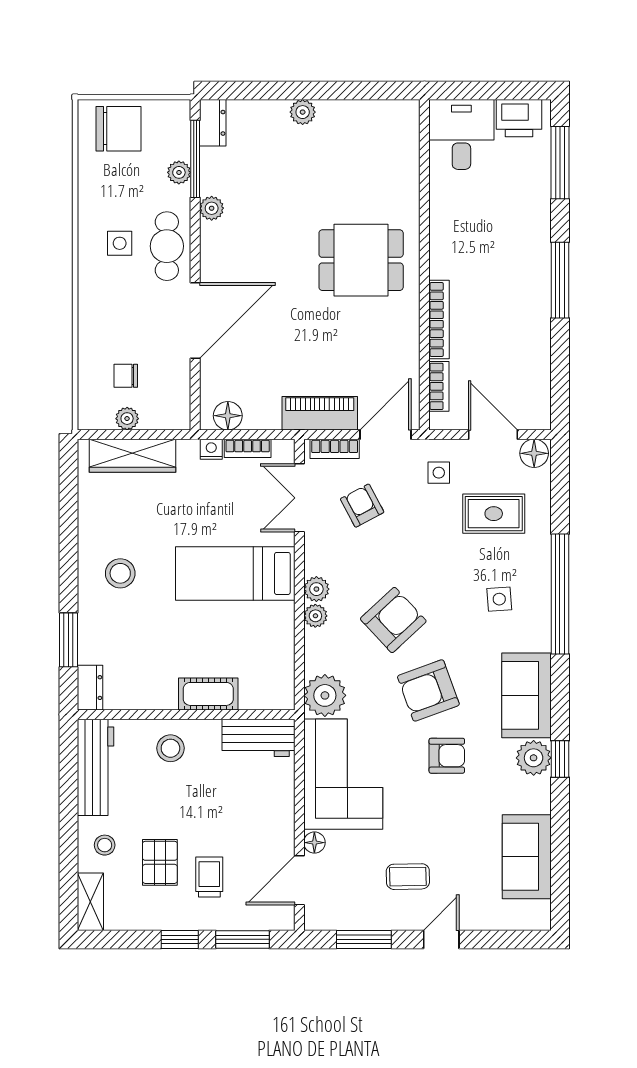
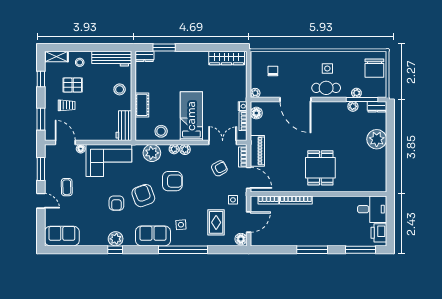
plant: (303, 112) -> (377, 139), width x1.88, depth x1.88
plant: (212, 208) -> (353, 106), moved
plant: (127, 419) -> (255, 93), moved
wardrobe: (132, 456) -> (227, 58), moved, turned -90
stool: (120, 573) -> (161, 131), moved
armchair: (393, 620) -> (172, 181), turned -47
plant: (325, 695) -> (152, 153), moved
sofa: (526, 695) -> (153, 236), moved
sofa: (527, 857) -> (62, 236), moved
window: (180, 939) -> (41, 79), moved

